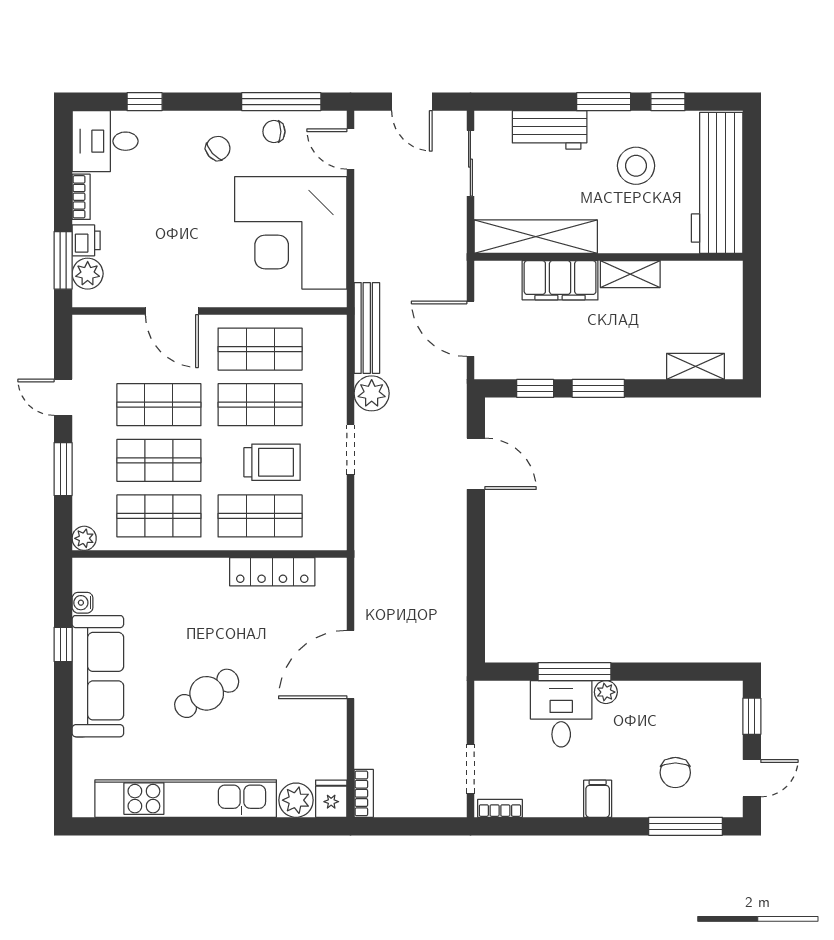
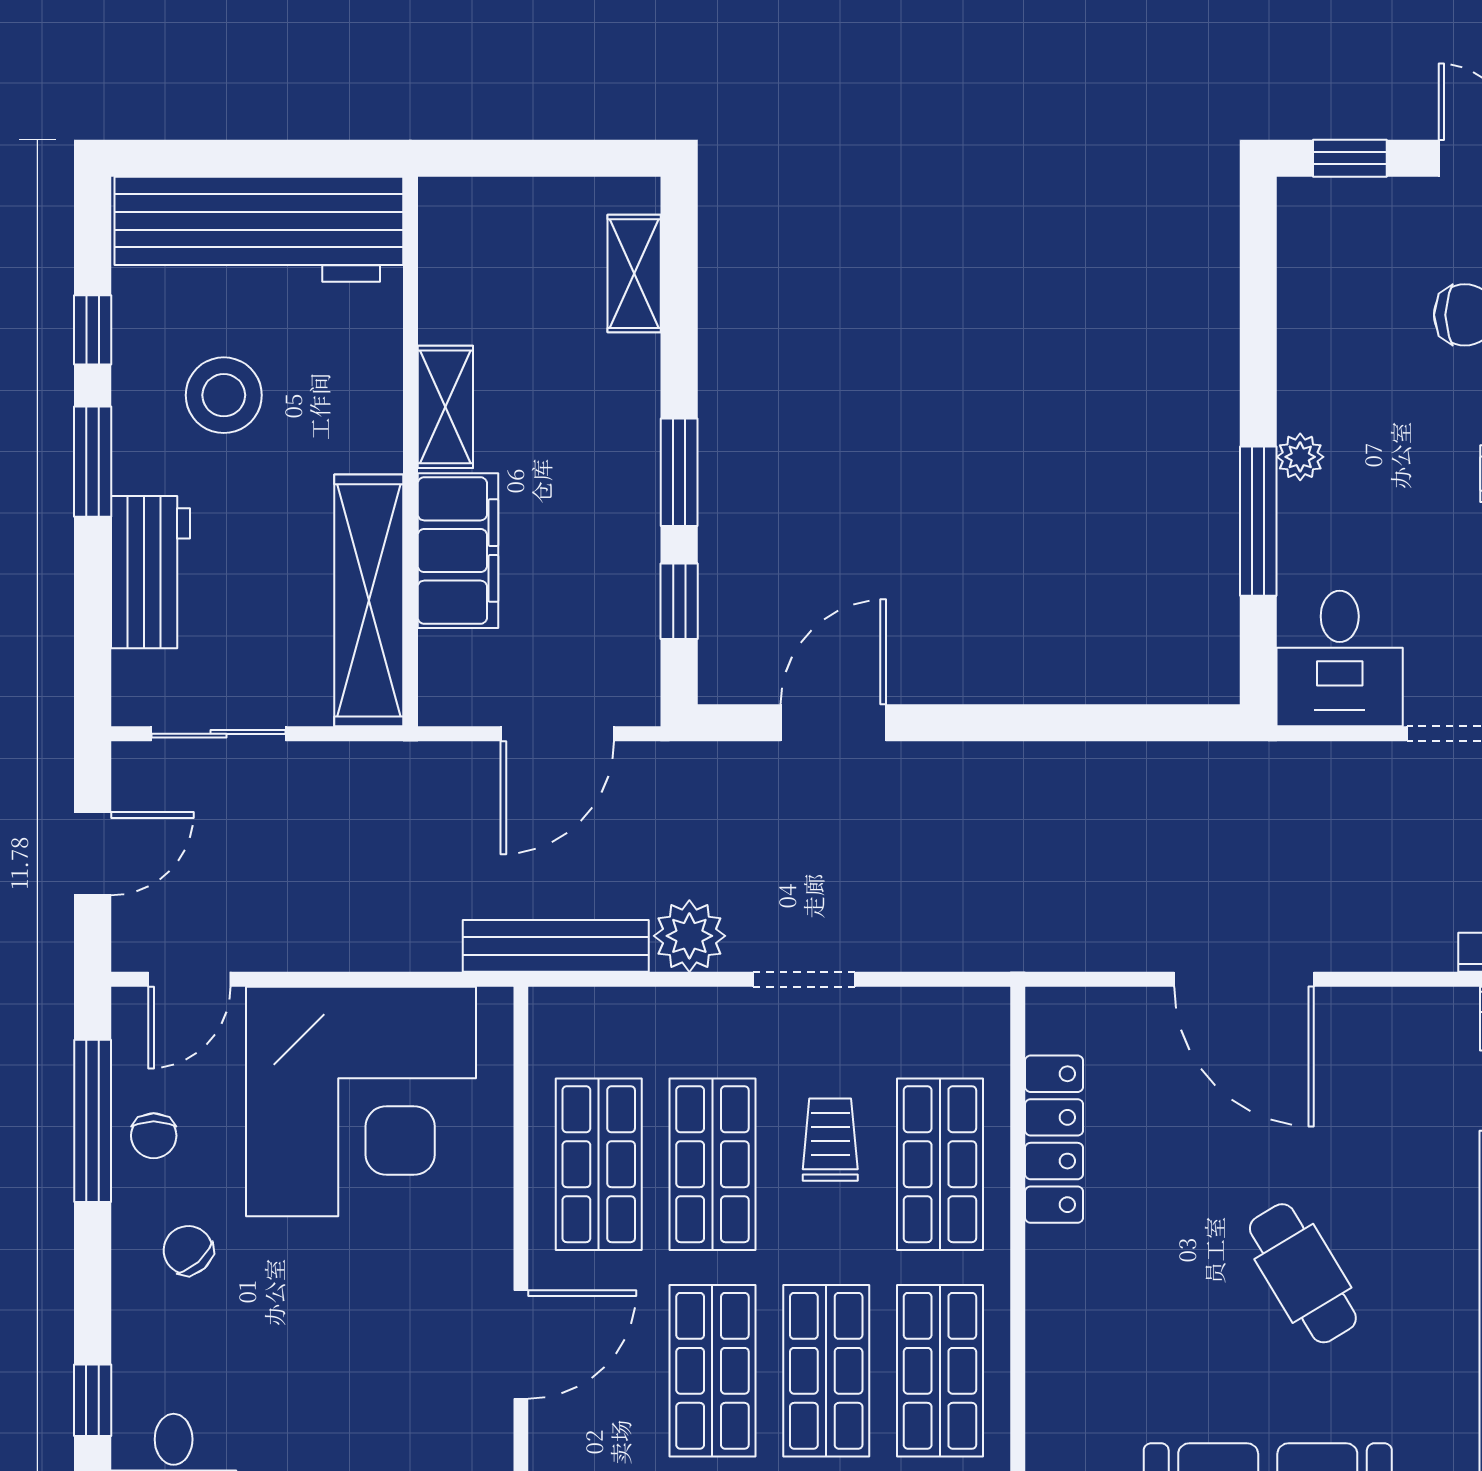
trolley: (272, 462) -> (830, 1140), width x0.73, depth x0.72
desk: (561, 714) -> (1340, 659), moved, turned -90

